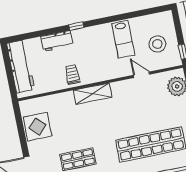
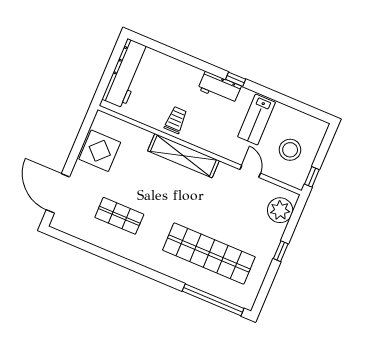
window: (76, 26) -> (236, 79), moved
workbench: (57, 41) -> (219, 88), moved
shelving: (93, 94) -> (183, 156), width x1.47

